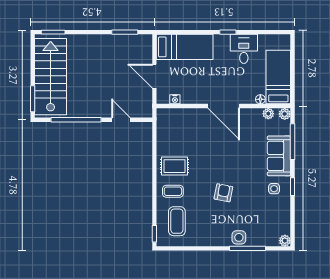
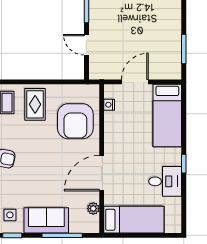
floor lamp: (260, 99) -> (109, 200), removed
door: (224, 106) -> (102, 173), moved
plant: (285, 114) -> (93, 227), removed
door: (121, 120) -> (86, 45), swing flipped
armchair: (190, 130) -> (75, 121), added

